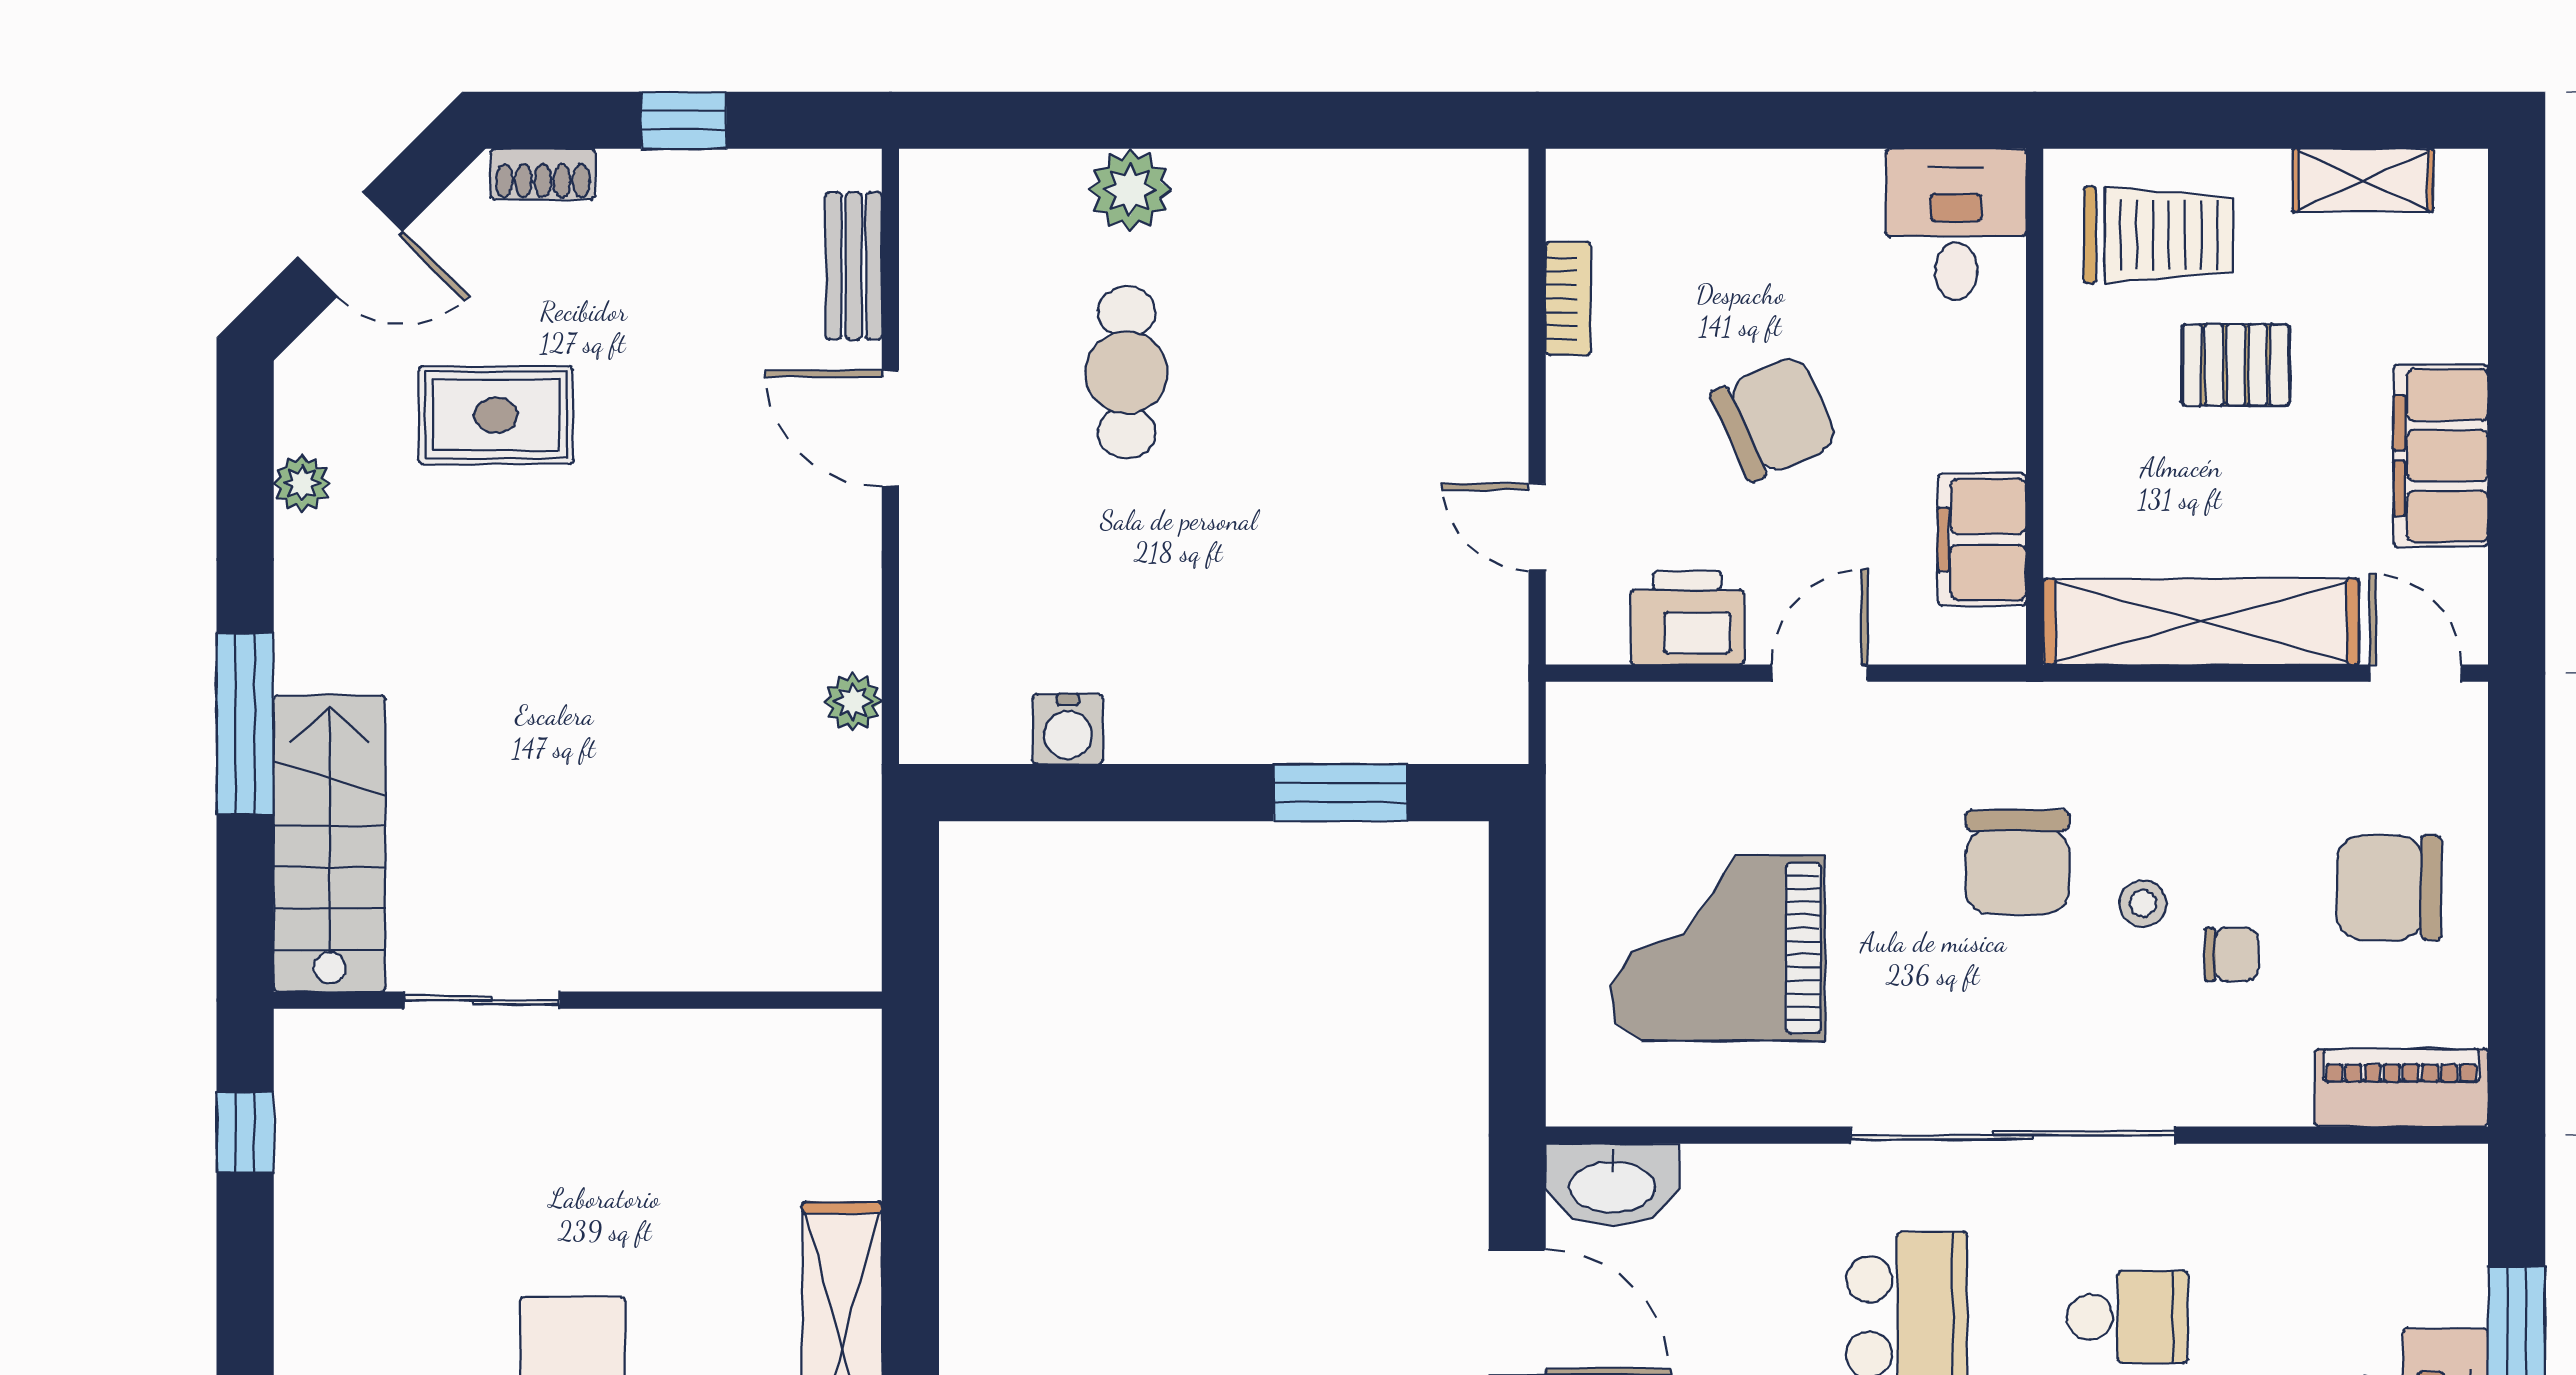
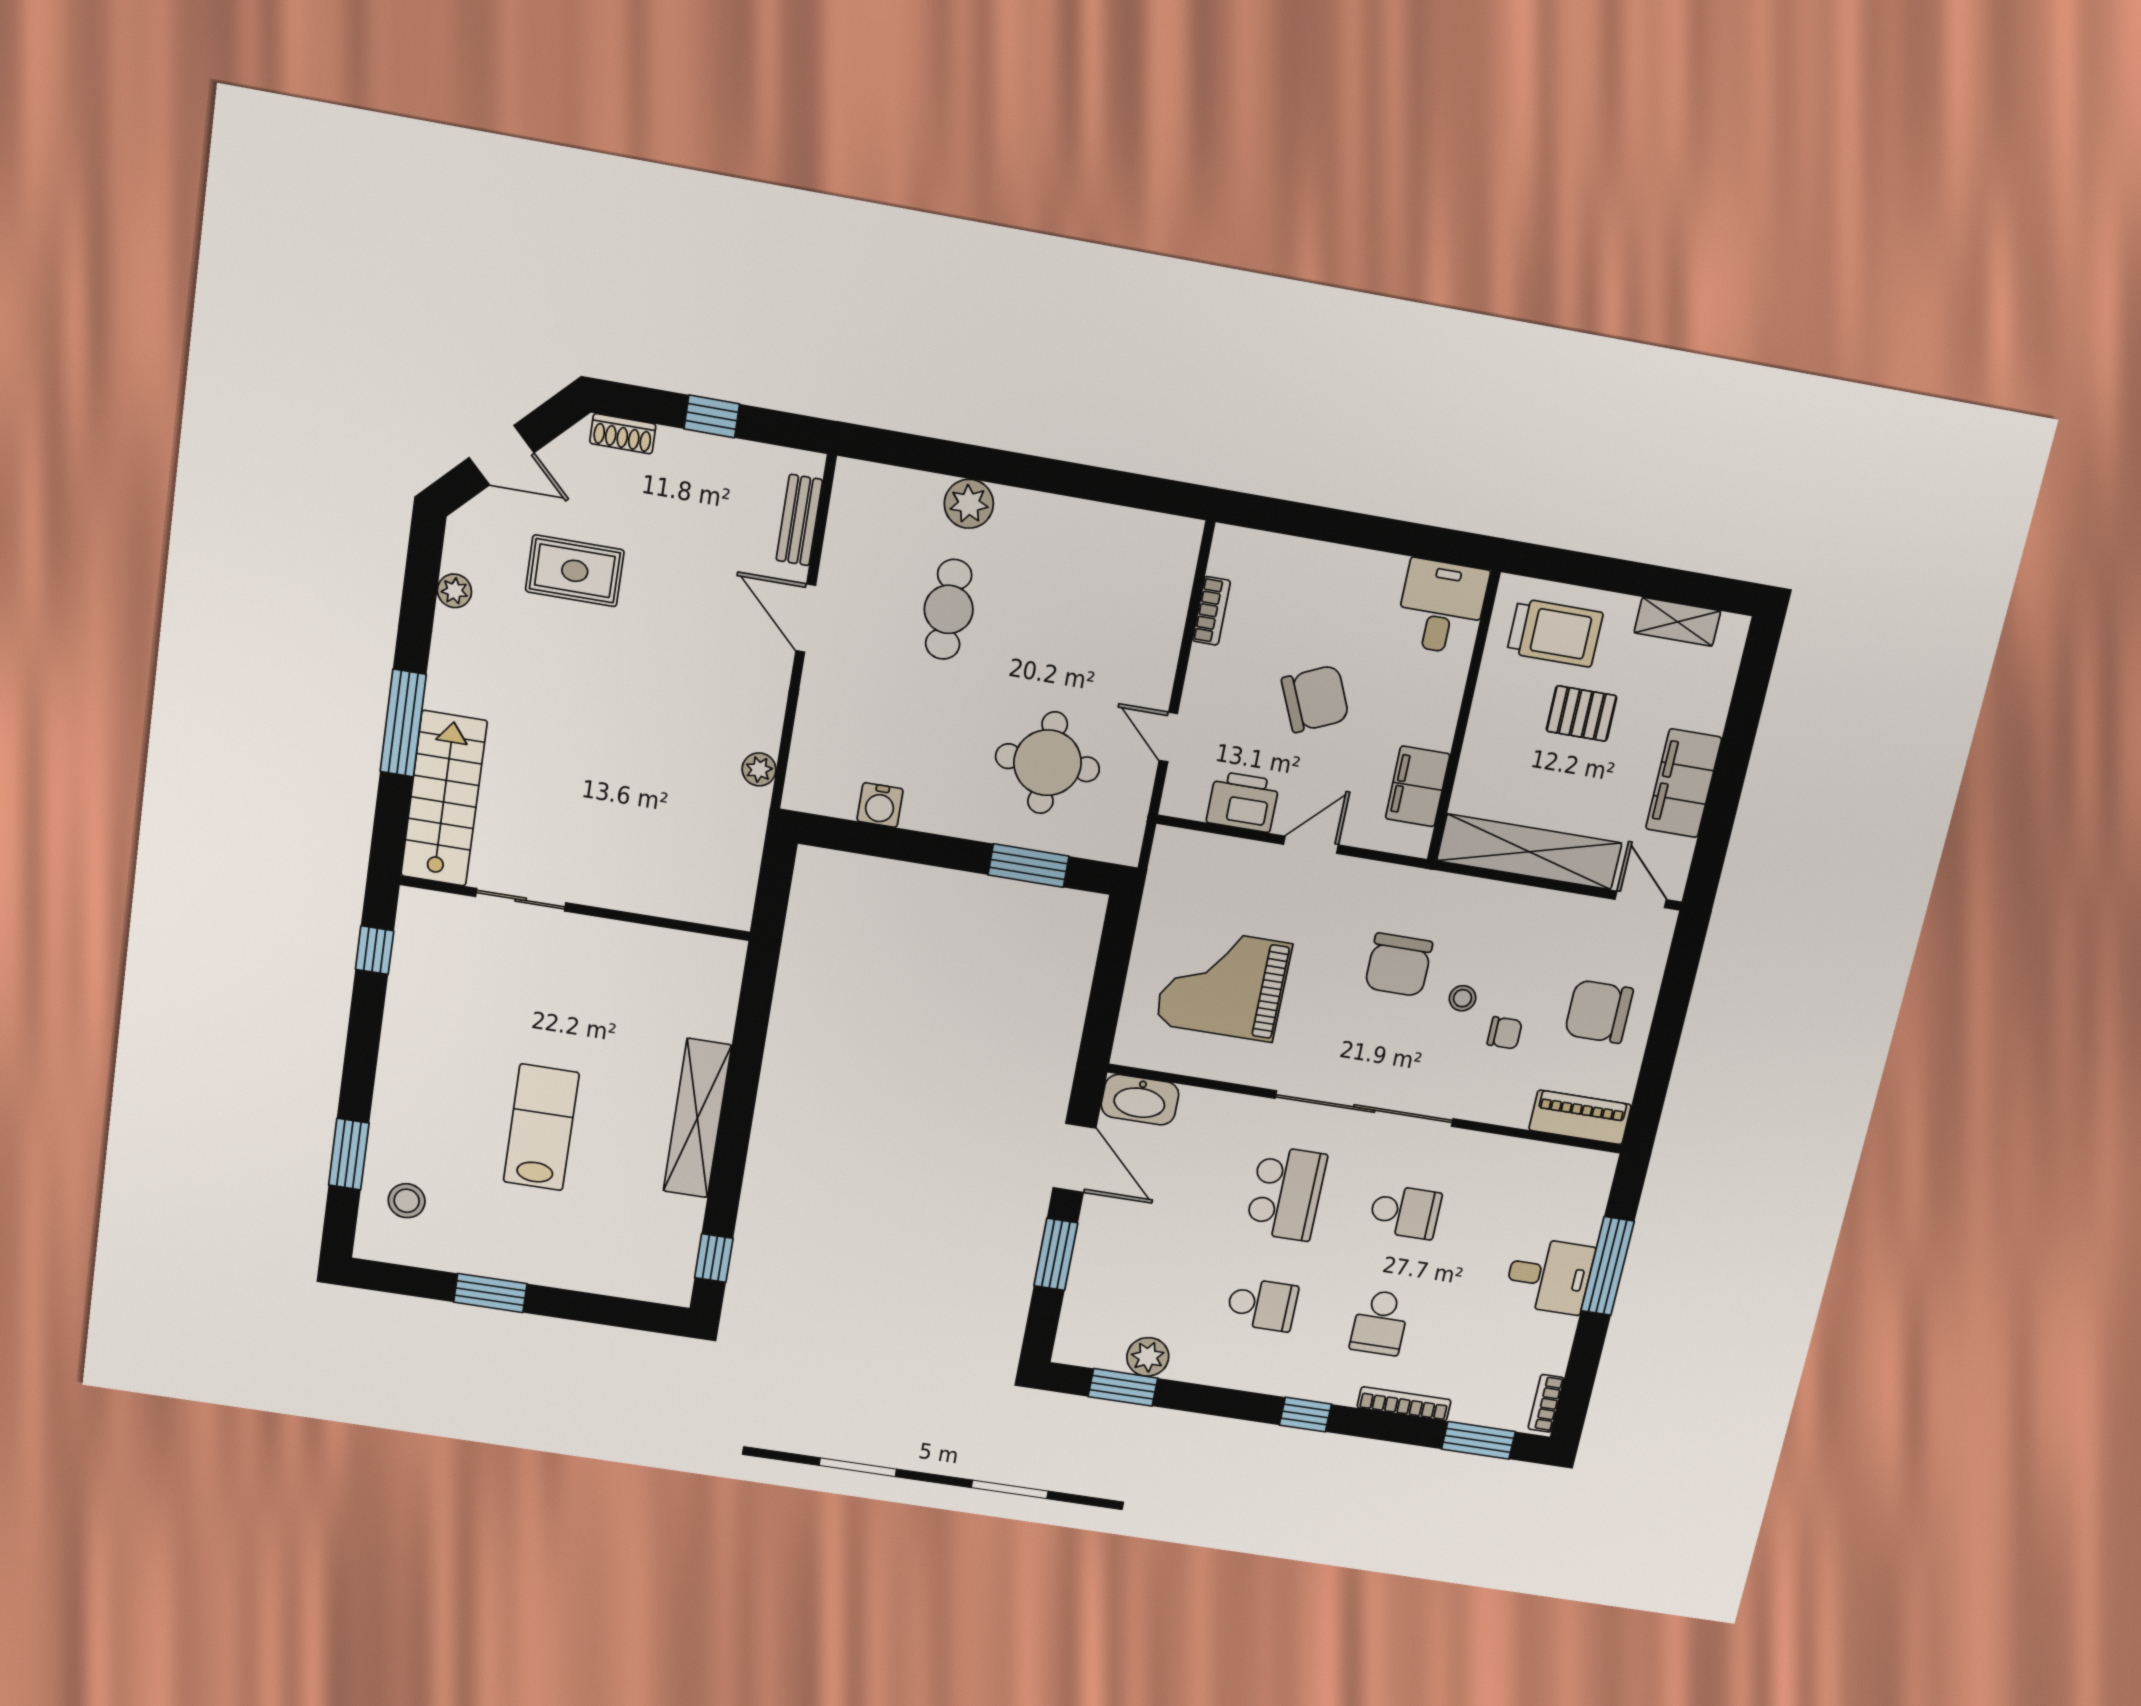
round table: (1340, 607) -> (1048, 763), added

